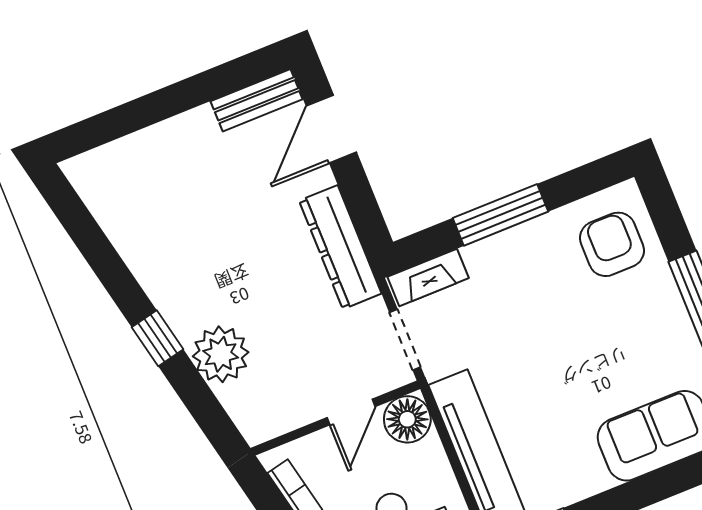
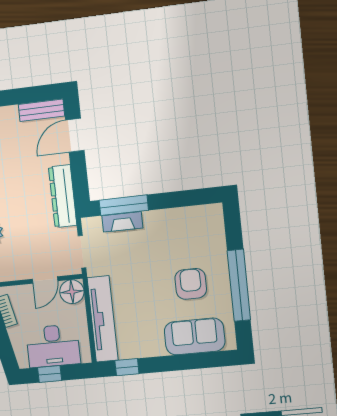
window: (500, 215) -> (124, 205), moved
armchair: (612, 244) -> (191, 284), moved
fireplace: (428, 277) -> (122, 222), moved

